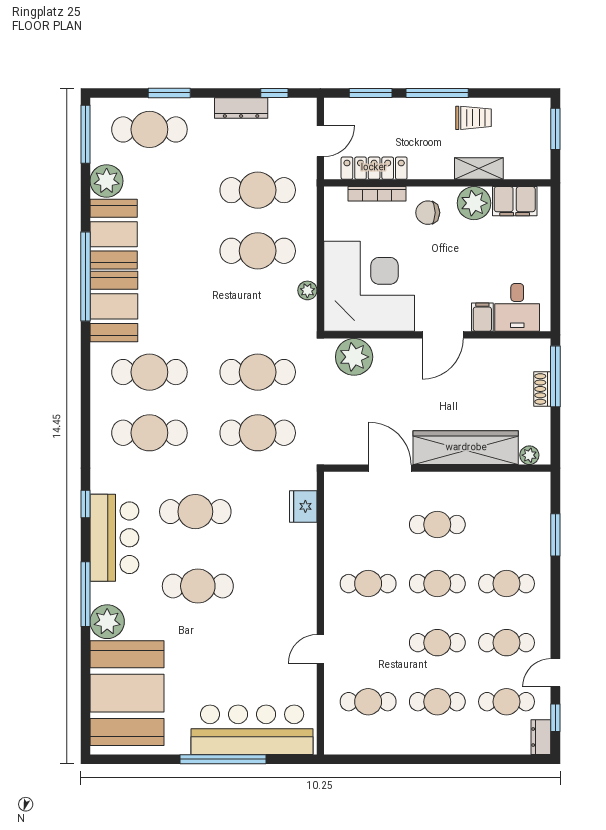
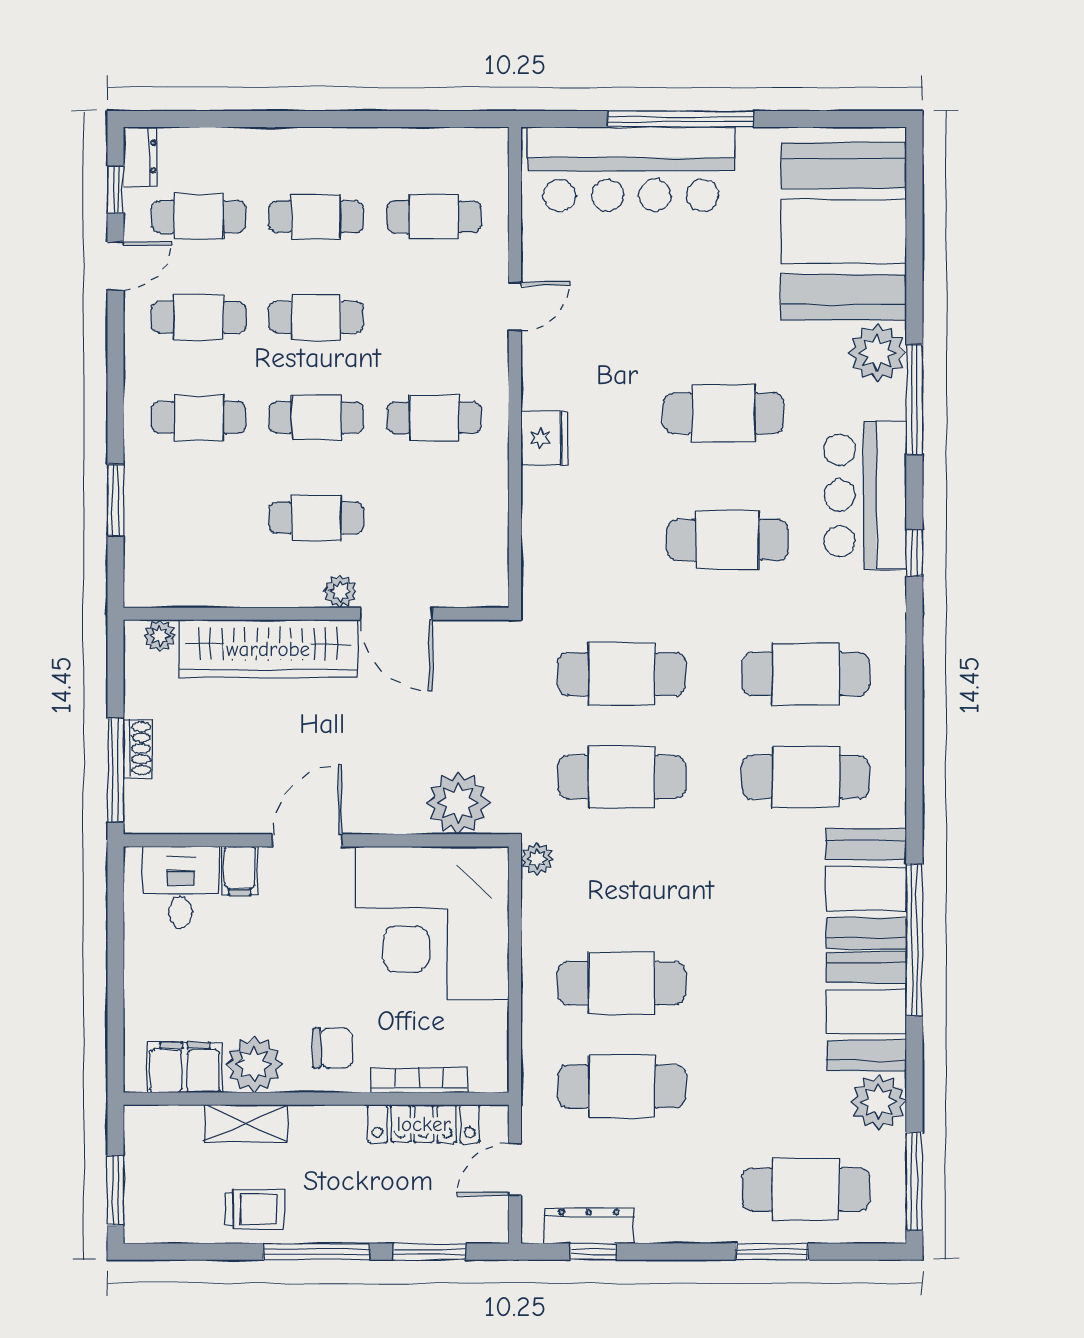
dresser: (241, 108) -> (589, 1226), moved
trolley: (474, 118) -> (255, 1209), turned 180
plant: (307, 290) -> (537, 859), moved
plant: (423, 481) -> (340, 591), added
fridge: (303, 506) -> (544, 438), moved

